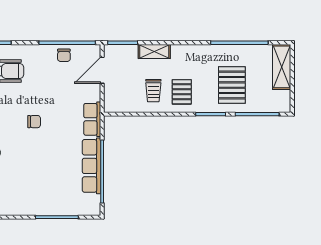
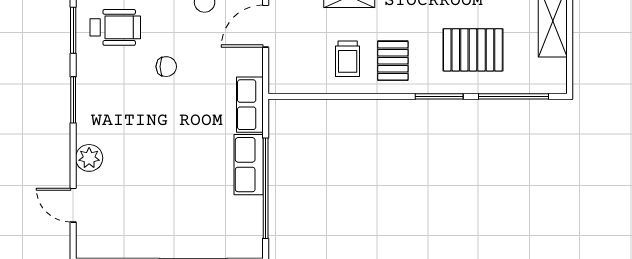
pallet: (232, 85) -> (473, 50), turned 90
chair: (34, 122) -> (166, 67), moved
row of seats: (91, 166) -> (249, 165), width x0.68

